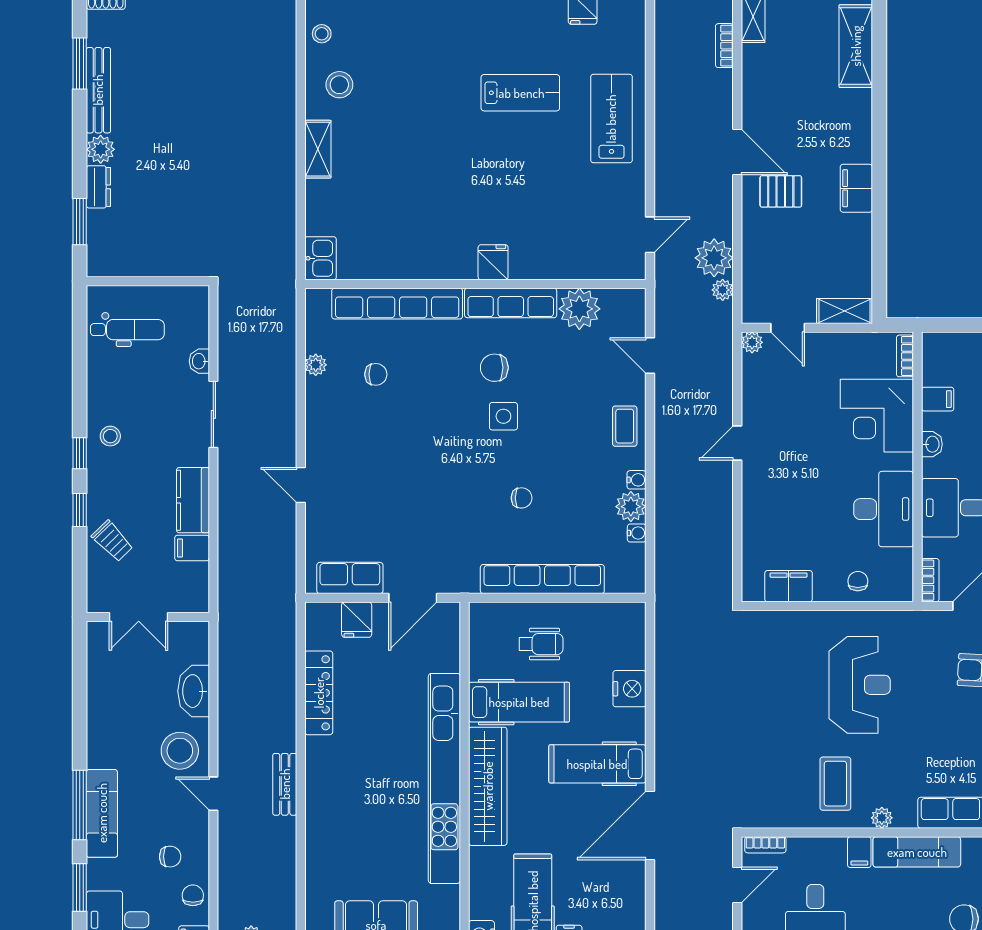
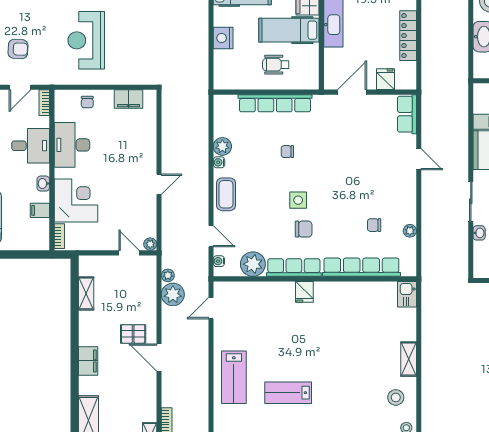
filing cabinet: (856, 188) -> (88, 361), moved
shelving: (845, 311) -> (86, 293), moved, turned 90
coffee table: (625, 426) -> (226, 194), width x1.36, depth x1.30
water cooler: (637, 533) -> (219, 261), moved
row of seats: (350, 578) -> (407, 114), moved, turned 90

